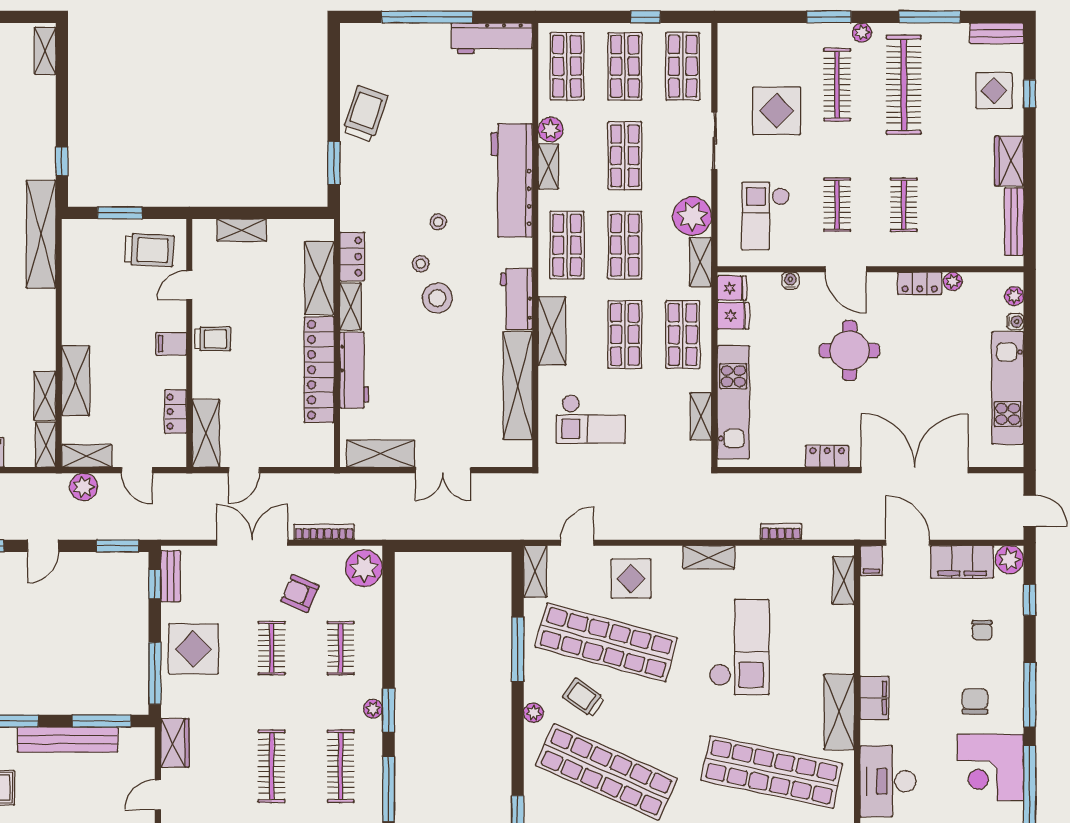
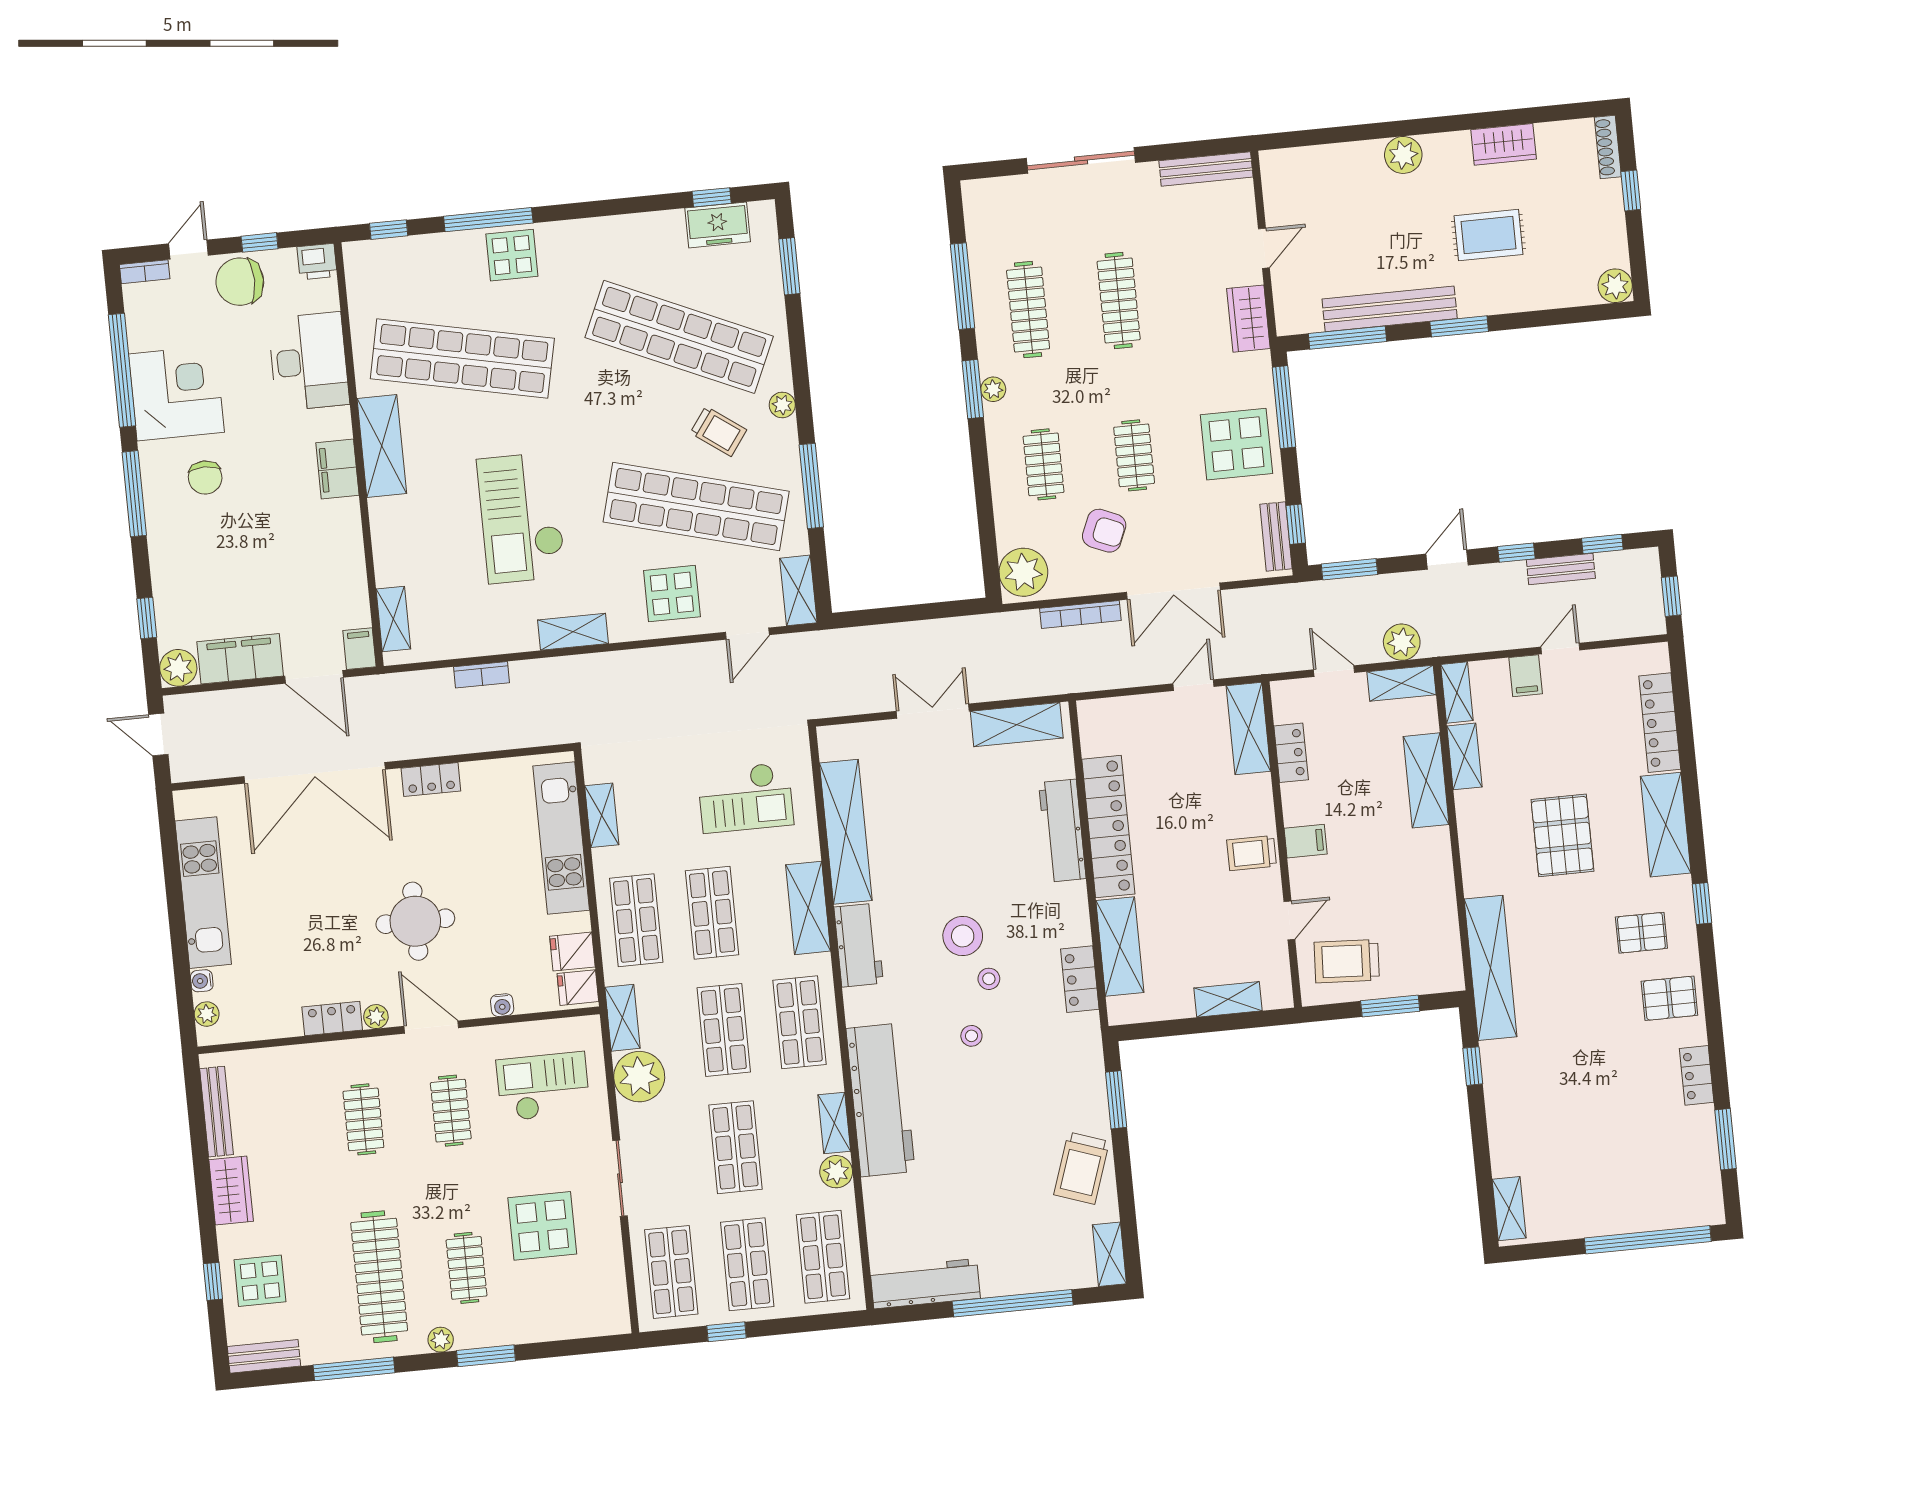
clothes rail: (837, 85) -> (466, 1268), width x0.73
checkout: (765, 216) -> (543, 1087), turned -90
plant: (953, 281) -> (376, 1017), moved
shelving: (350, 306) -> (1109, 1254), moved
checkout: (591, 419) -> (746, 798), turned 180
chair: (982, 630) -> (205, 572), removed

